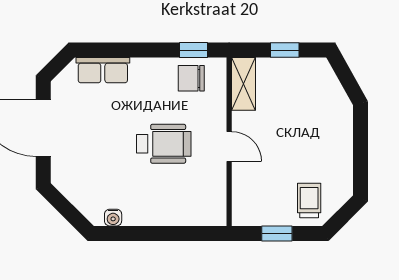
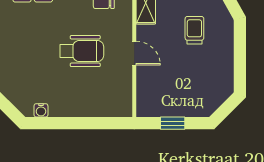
trolley: (309, 200) -> (194, 30), moved

